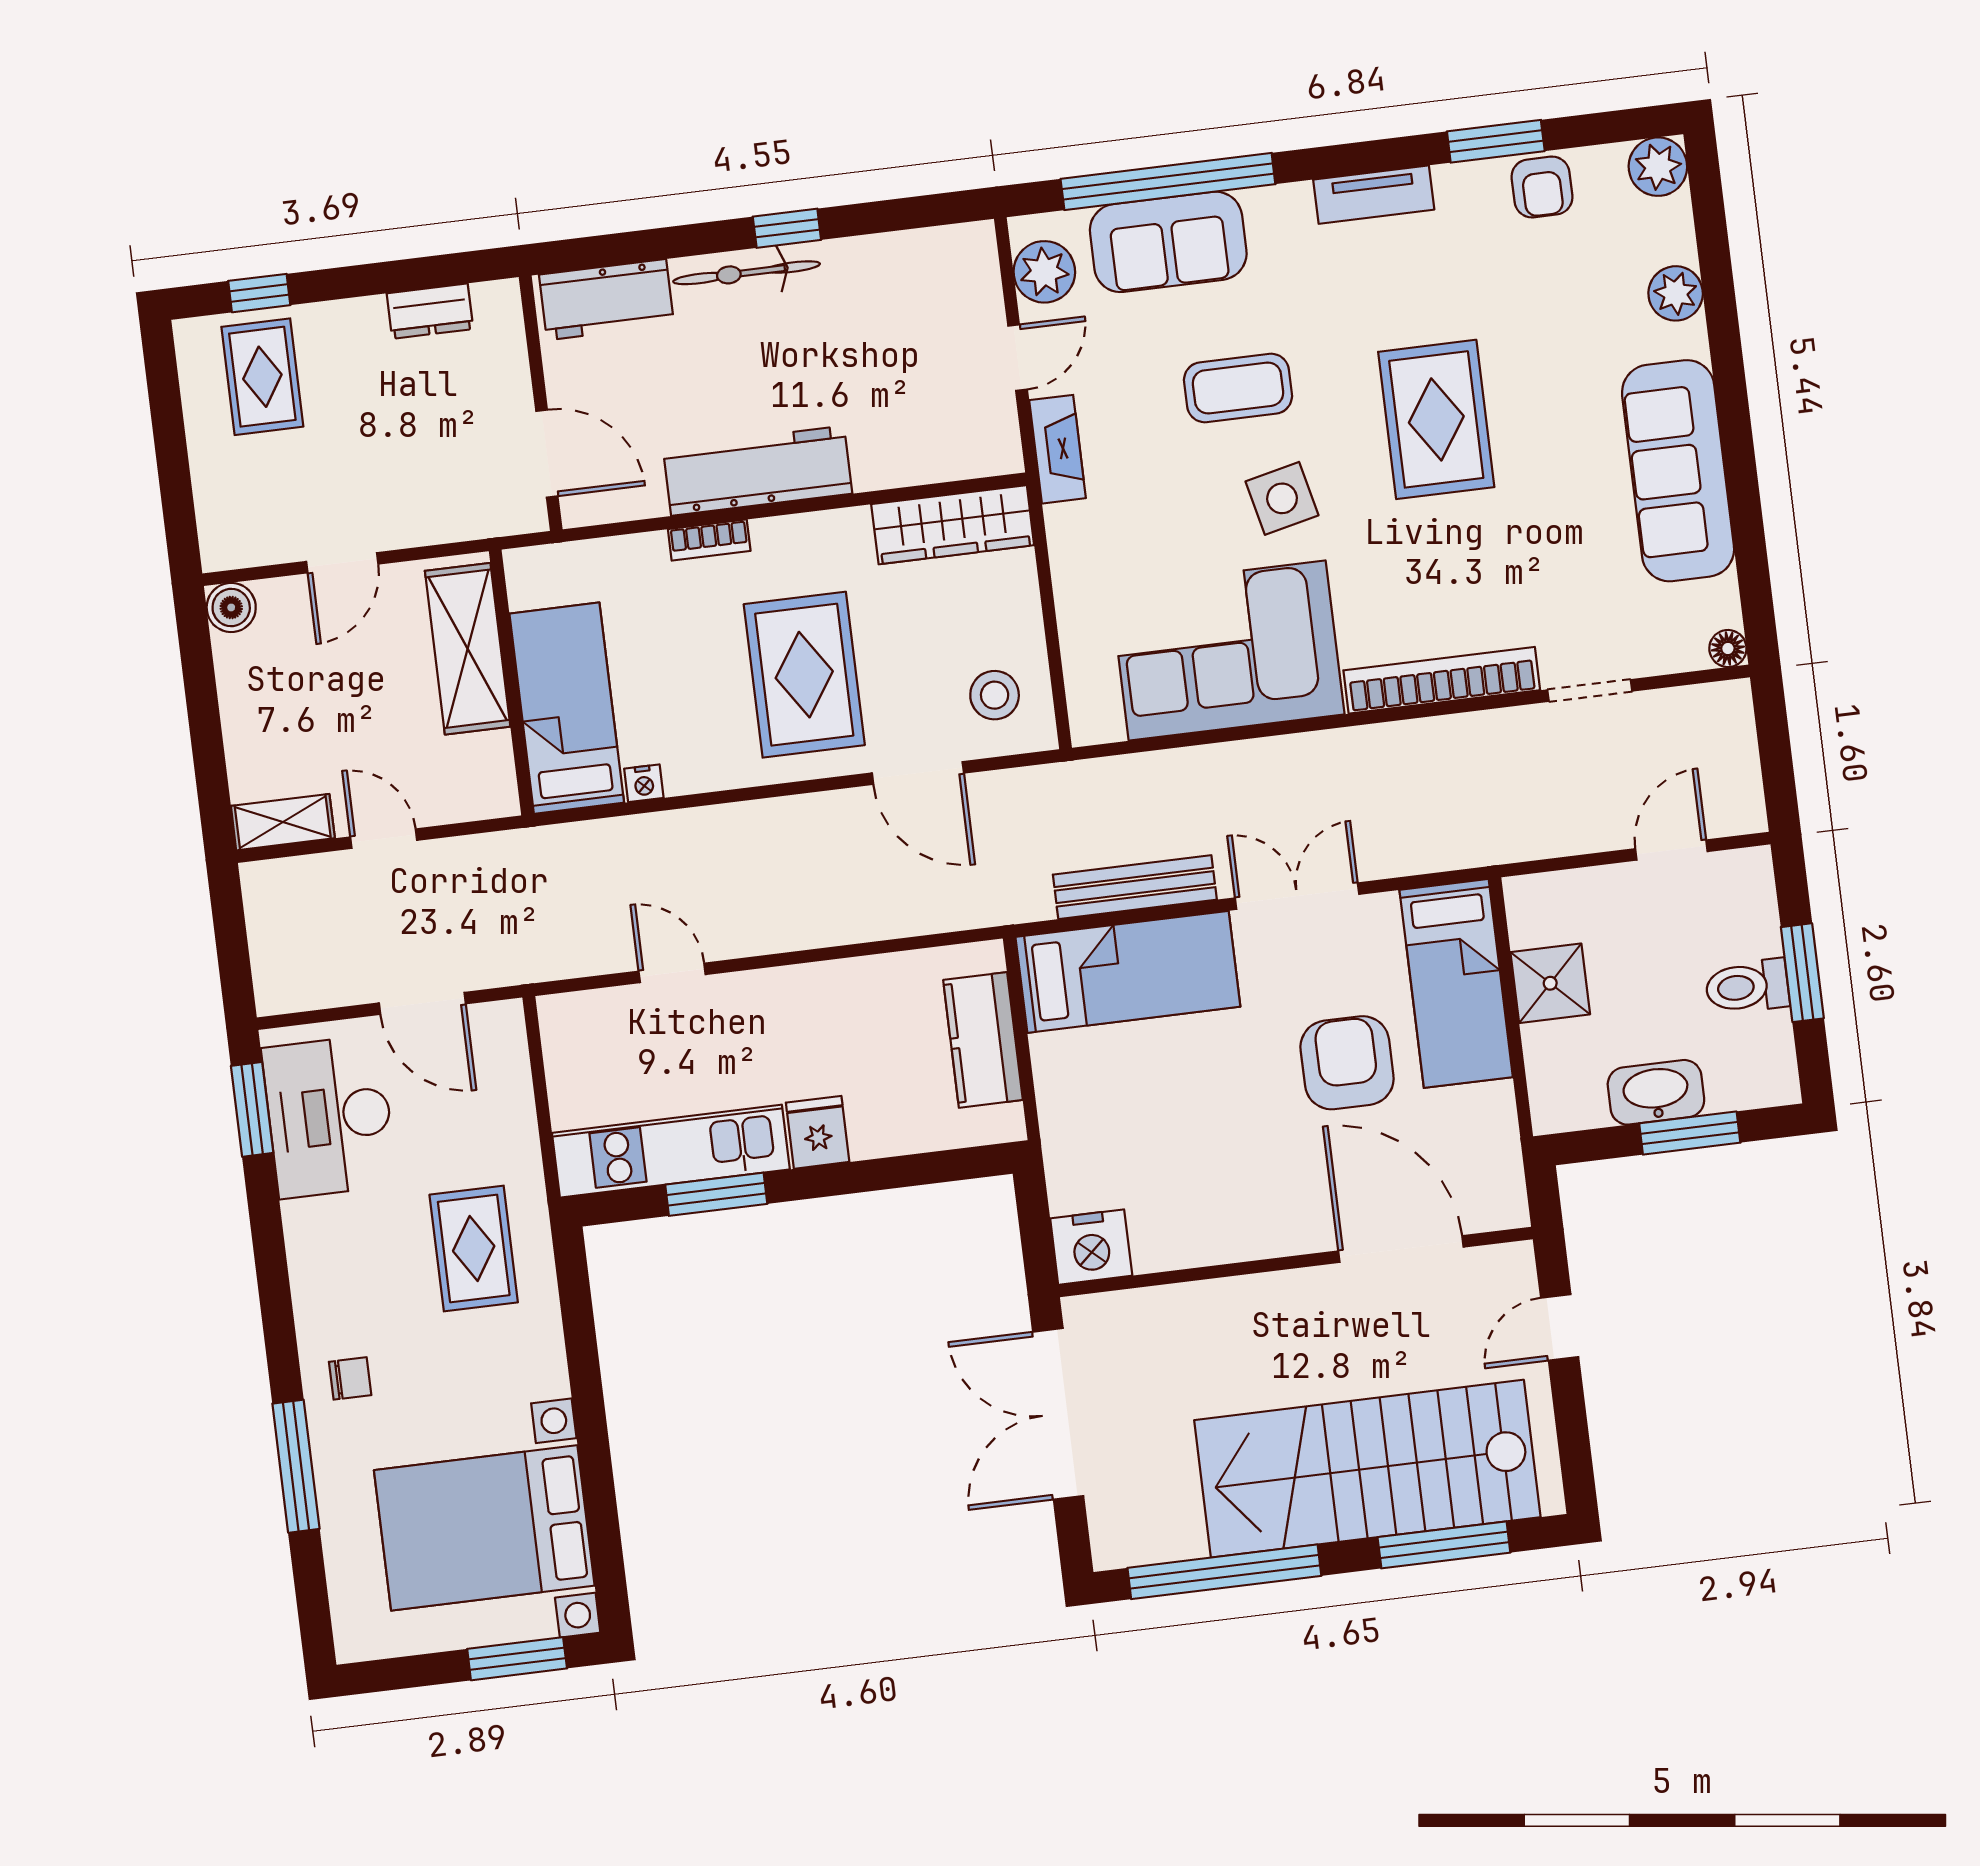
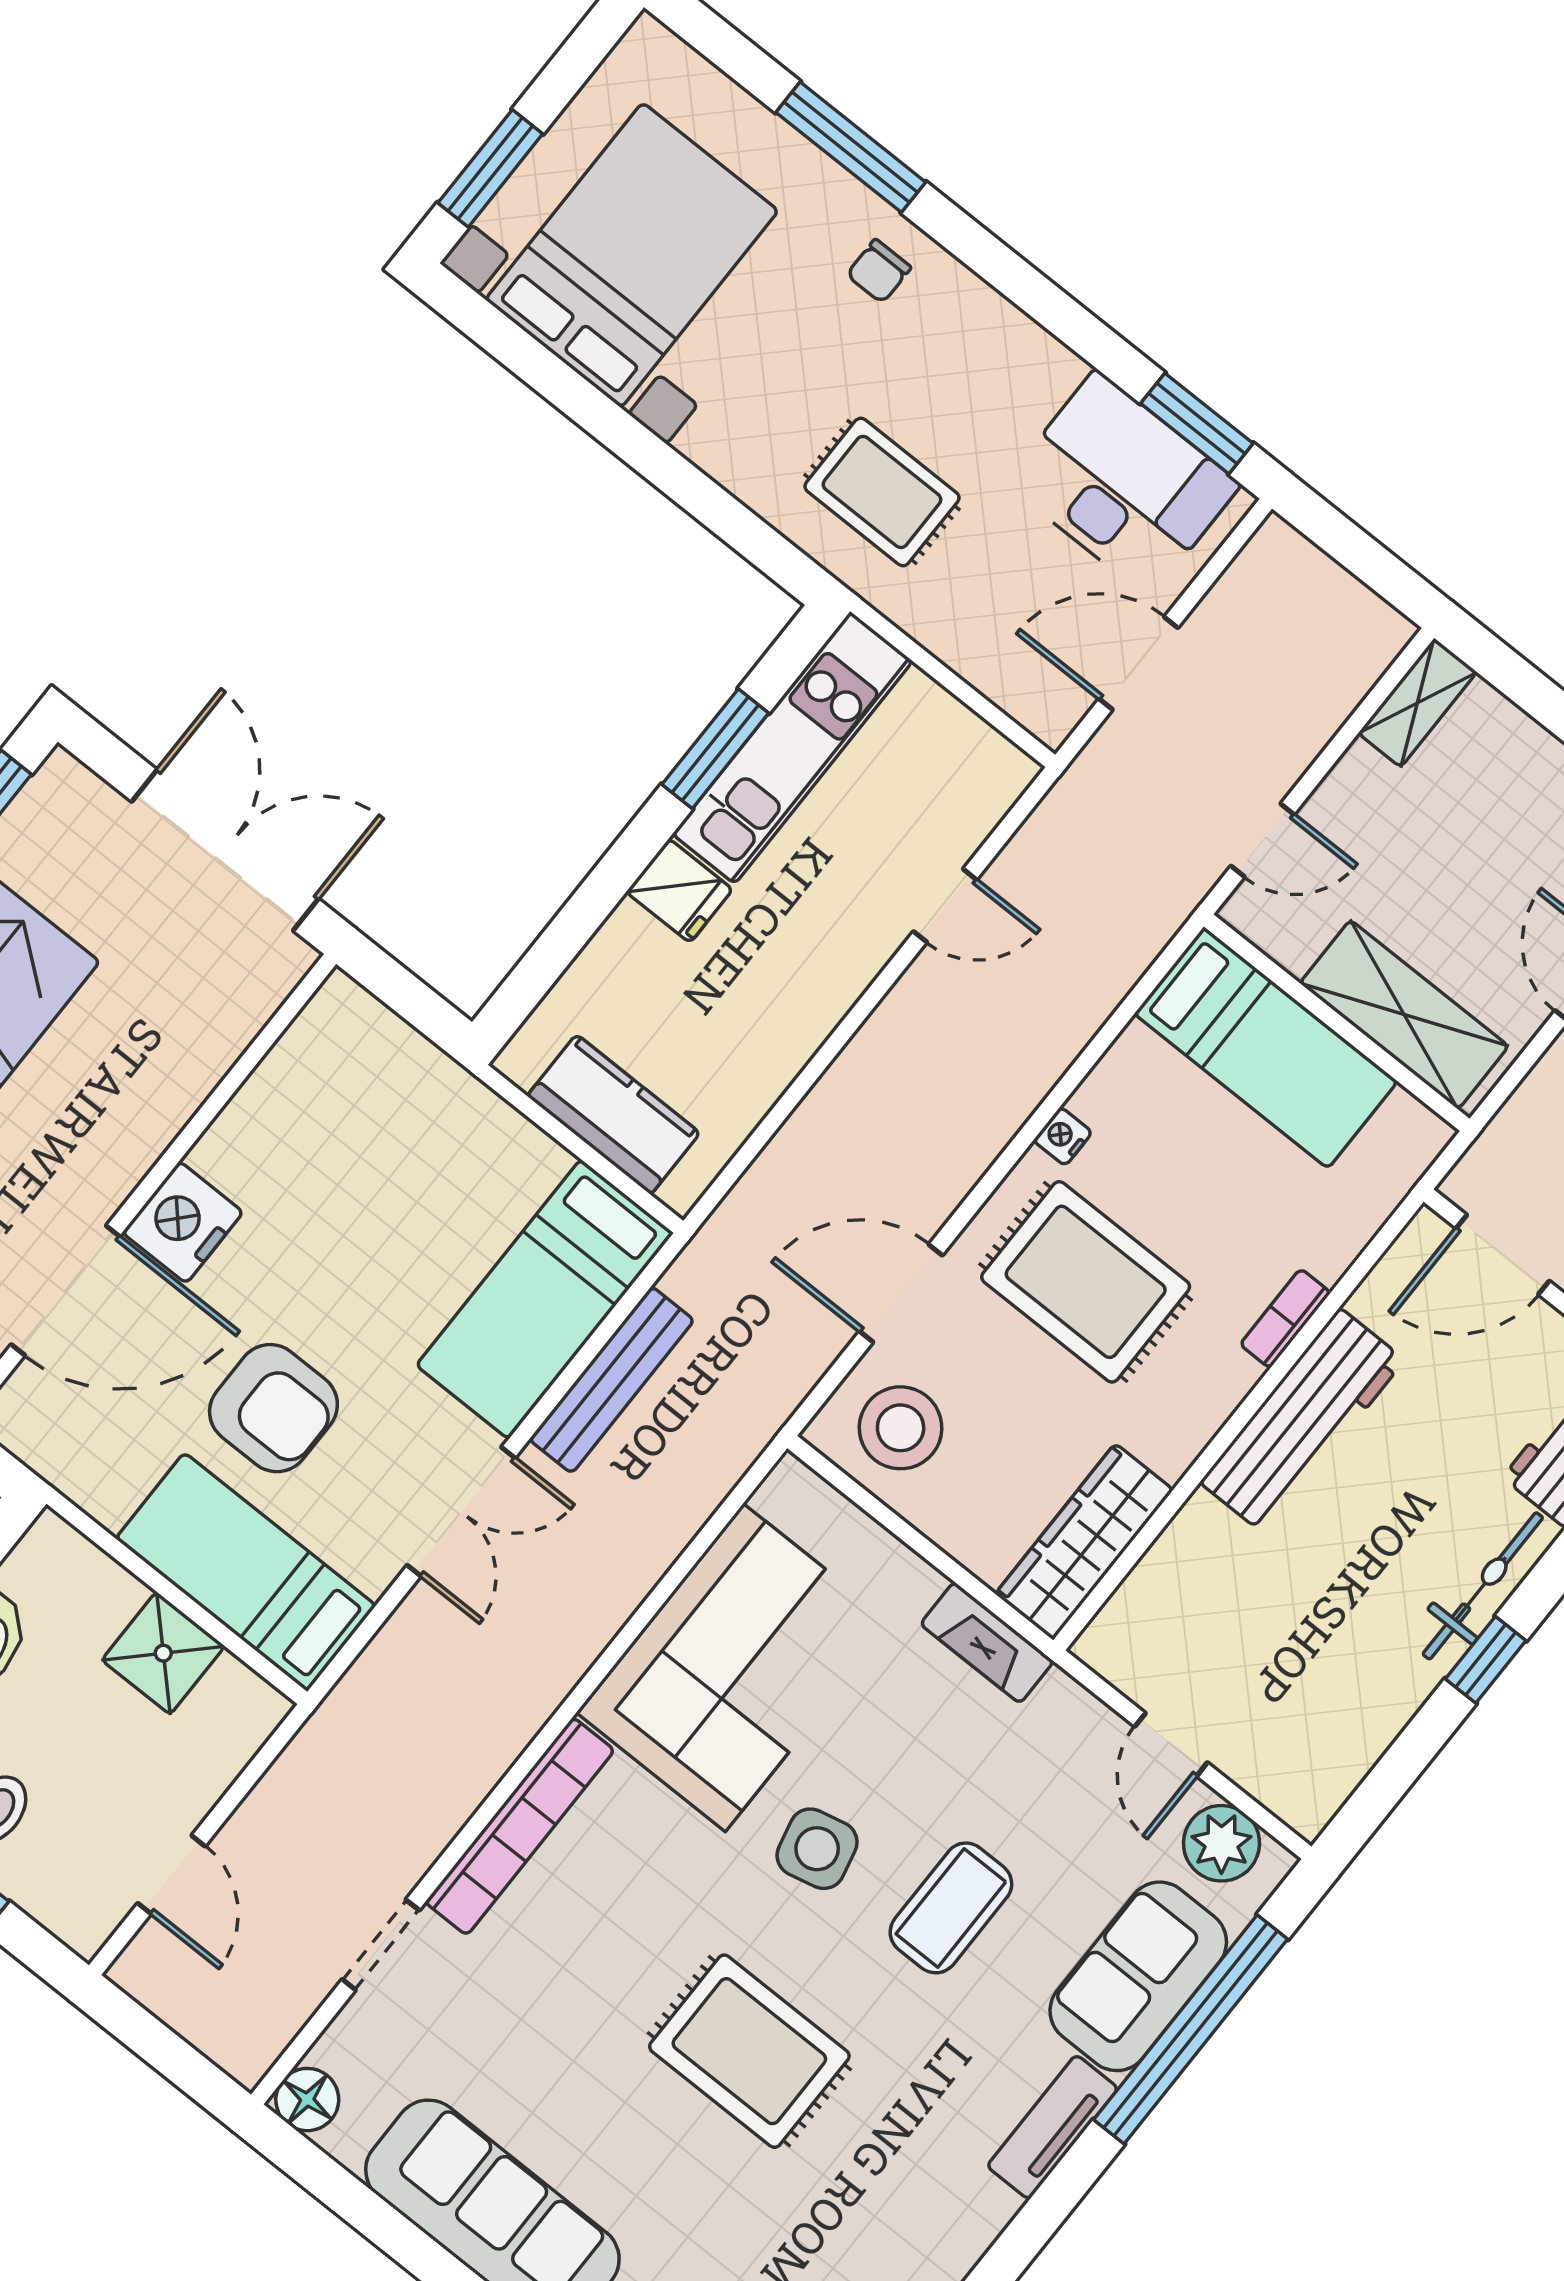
tv unit: (1374, 195) -> (1053, 2127), moved
fireplace: (1058, 449) -> (987, 1643), moved
floor lamp: (1728, 648) -> (307, 2100), width x1.37, depth x1.37
stool: (995, 695) -> (901, 1428), width x1.38, depth x1.38
nightstand: (644, 783) -> (1063, 1136), moved
door: (384, 839) -> (1263, 840), moved
nightstand: (1091, 1247) -> (183, 1222), moved

